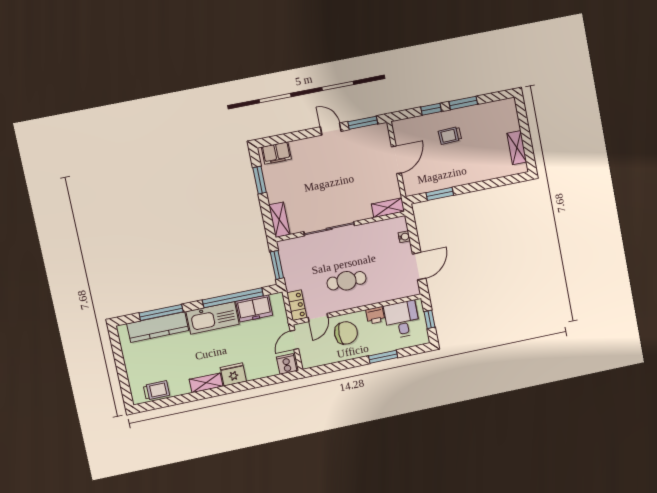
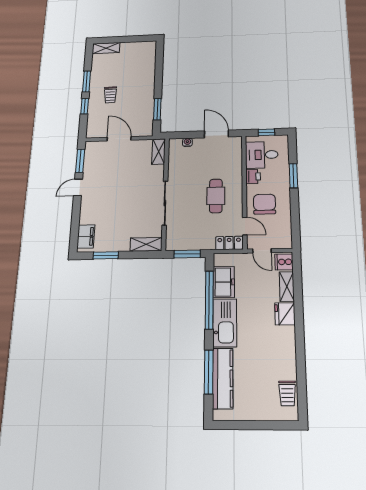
shelving: (517, 148) -> (106, 48), moved
shelving: (206, 383) -> (287, 286), moved
trolley: (156, 390) -> (287, 393), turned 180

